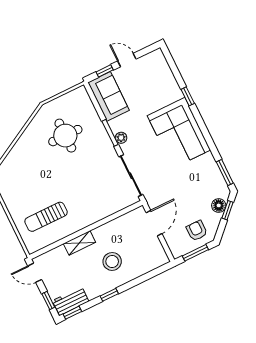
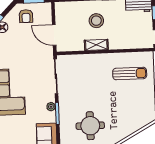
door: (154, 223) -> (54, 35), hinge flipped
shelving: (79, 243) -> (96, 45), moved

